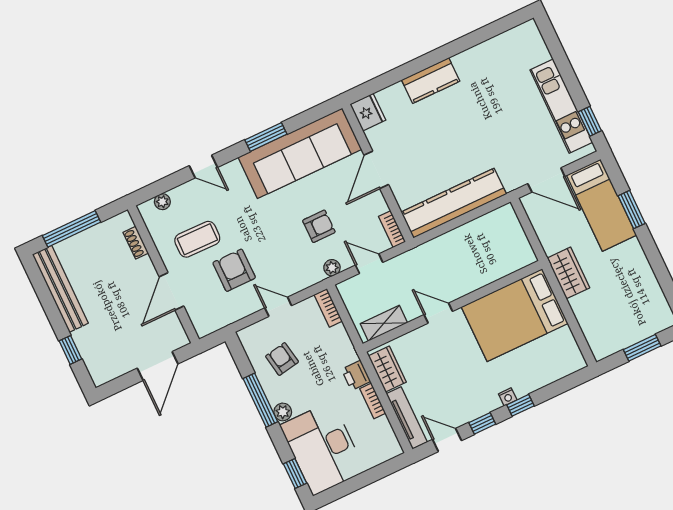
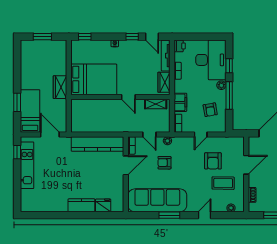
fridge: (368, 112) -> (103, 205), moved, turned 90
door: (203, 166) -> (205, 215), hinge flipped
door: (376, 170) -> (126, 165), moved
door: (278, 307) -> (201, 135), hinge flipped
filing cabinet: (341, 347) -> (180, 102), added
printer: (356, 375) -> (180, 46), moved
window: (520, 405) -> (85, 37), moved
window: (295, 473) -> (229, 66), moved

